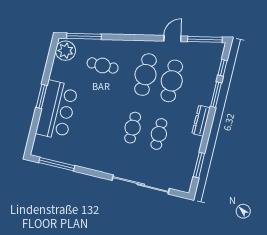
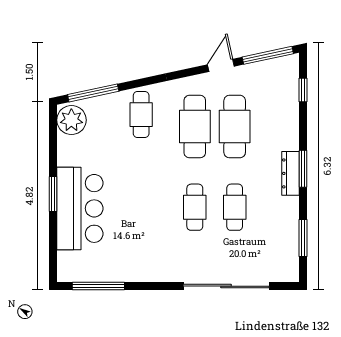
cafe table: (103, 65) -> (141, 115), moved, turned 90
window: (216, 95) -> (303, 169), moved

